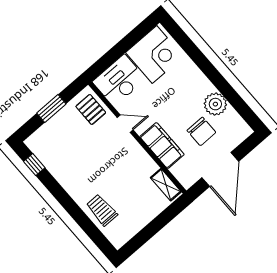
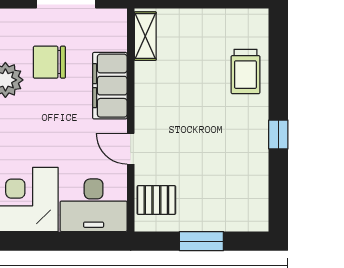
pallet: (91, 109) -> (156, 200), turned 90
chair: (201, 131) -> (49, 62), turned -90
window: (34, 165) -> (278, 134), moved

